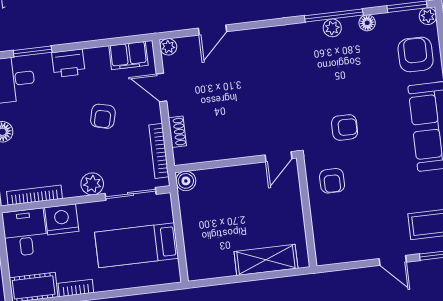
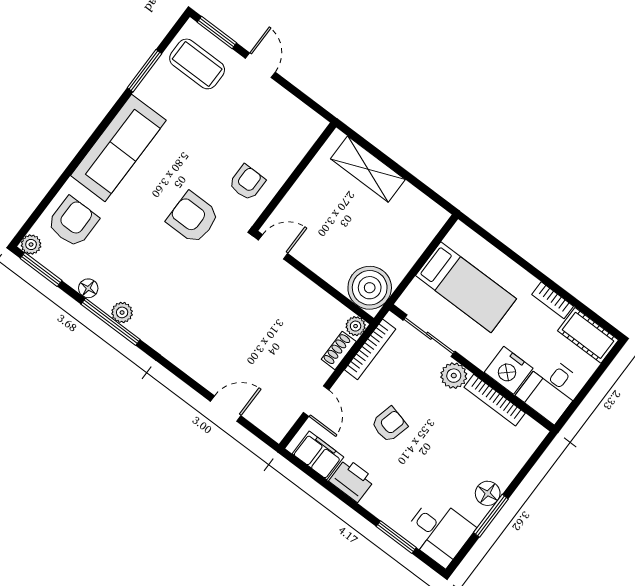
plant: (168, 47) -> (356, 326), moved
armchair: (416, 54) -> (73, 222), turned 180
printer: (68, 63) -> (352, 480), moved
armchair: (345, 127) -> (193, 218), width x1.38, depth x1.38
boiler: (186, 181) -> (370, 288), width x1.86, depth x1.86
bookcase: (35, 195) -> (495, 400), moved

